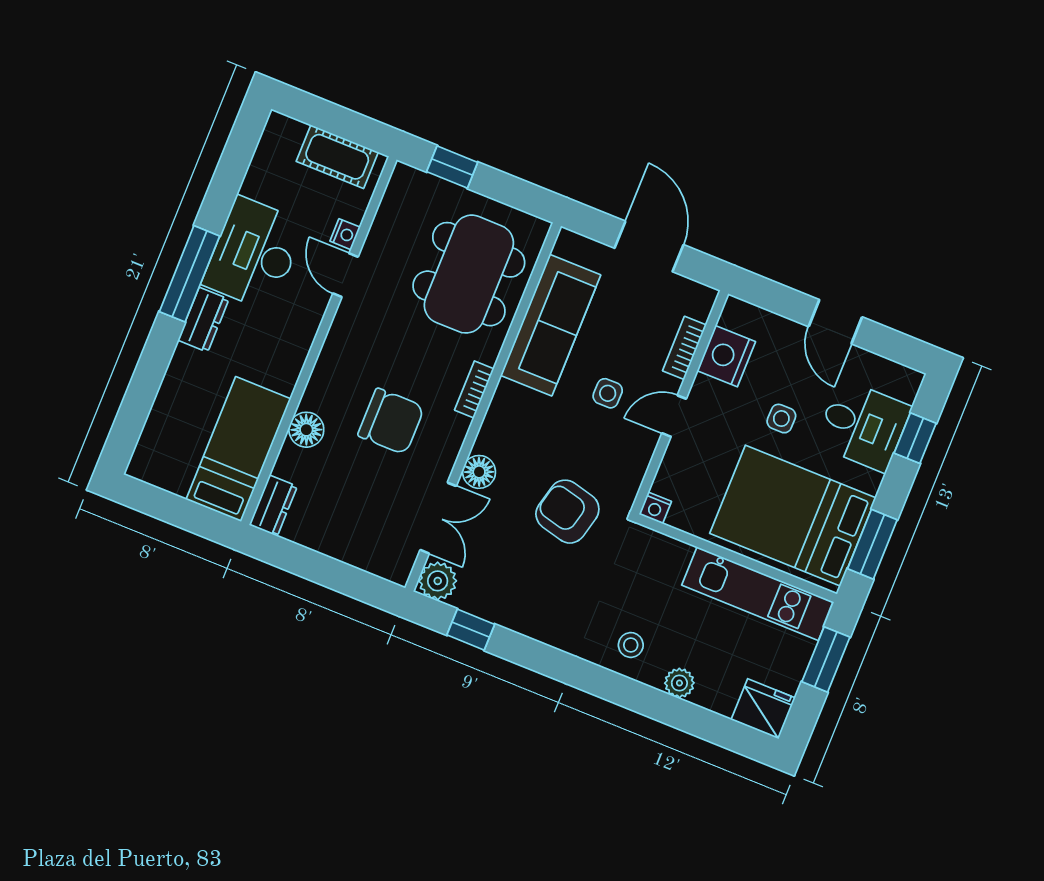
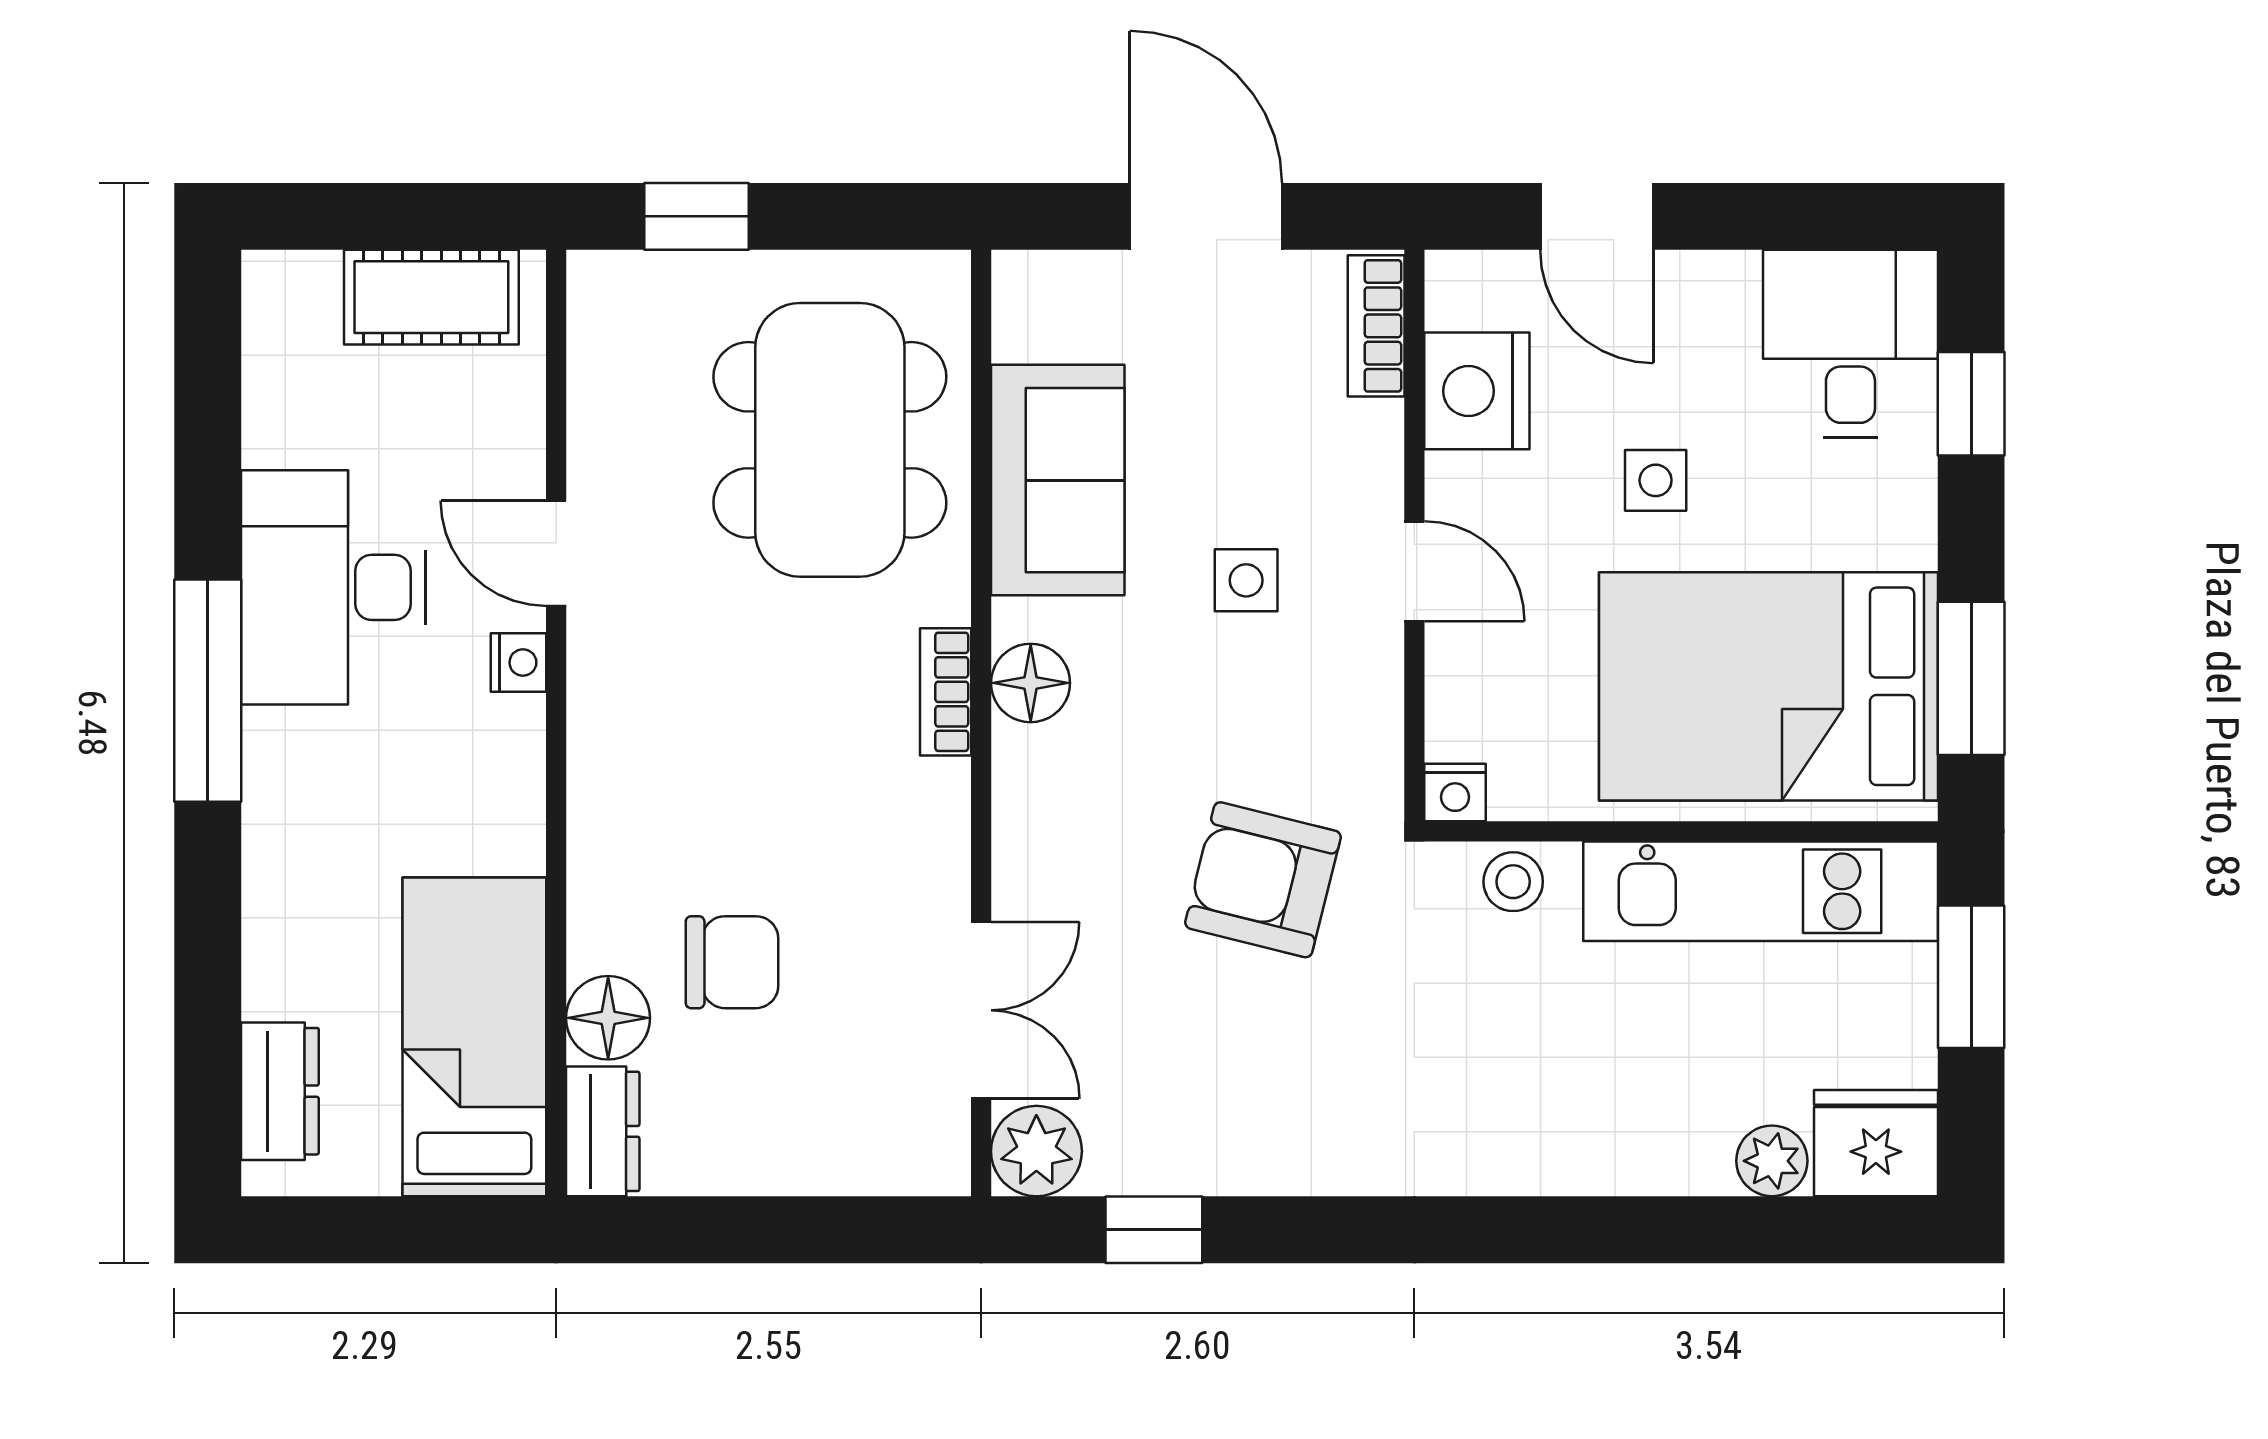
nightstand: (345, 234) -> (518, 663), moved
dresser: (203, 320) -> (280, 1091), moved
door: (835, 322) -> (1597, 216), moved
sofa: (551, 325) -> (1058, 480), width x0.73
bookcase: (684, 348) -> (1376, 326), moved
door: (674, 416) -> (1414, 571), swing flipped
chair: (391, 421) -> (732, 962), moved, width x0.73, depth x0.73
desk: (863, 426) -> (1850, 344), moved, turned -90
floor lamp: (306, 430) -> (608, 1018), moved
floor lamp: (479, 472) -> (1031, 683), moved
stool: (631, 645) -> (1513, 882), moved
plant: (679, 683) -> (1772, 1161), moved

